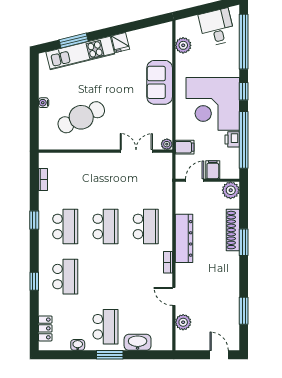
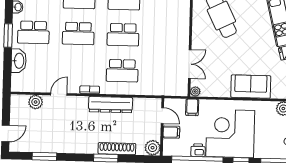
school desk: (105, 277) -> (78, 34), added

